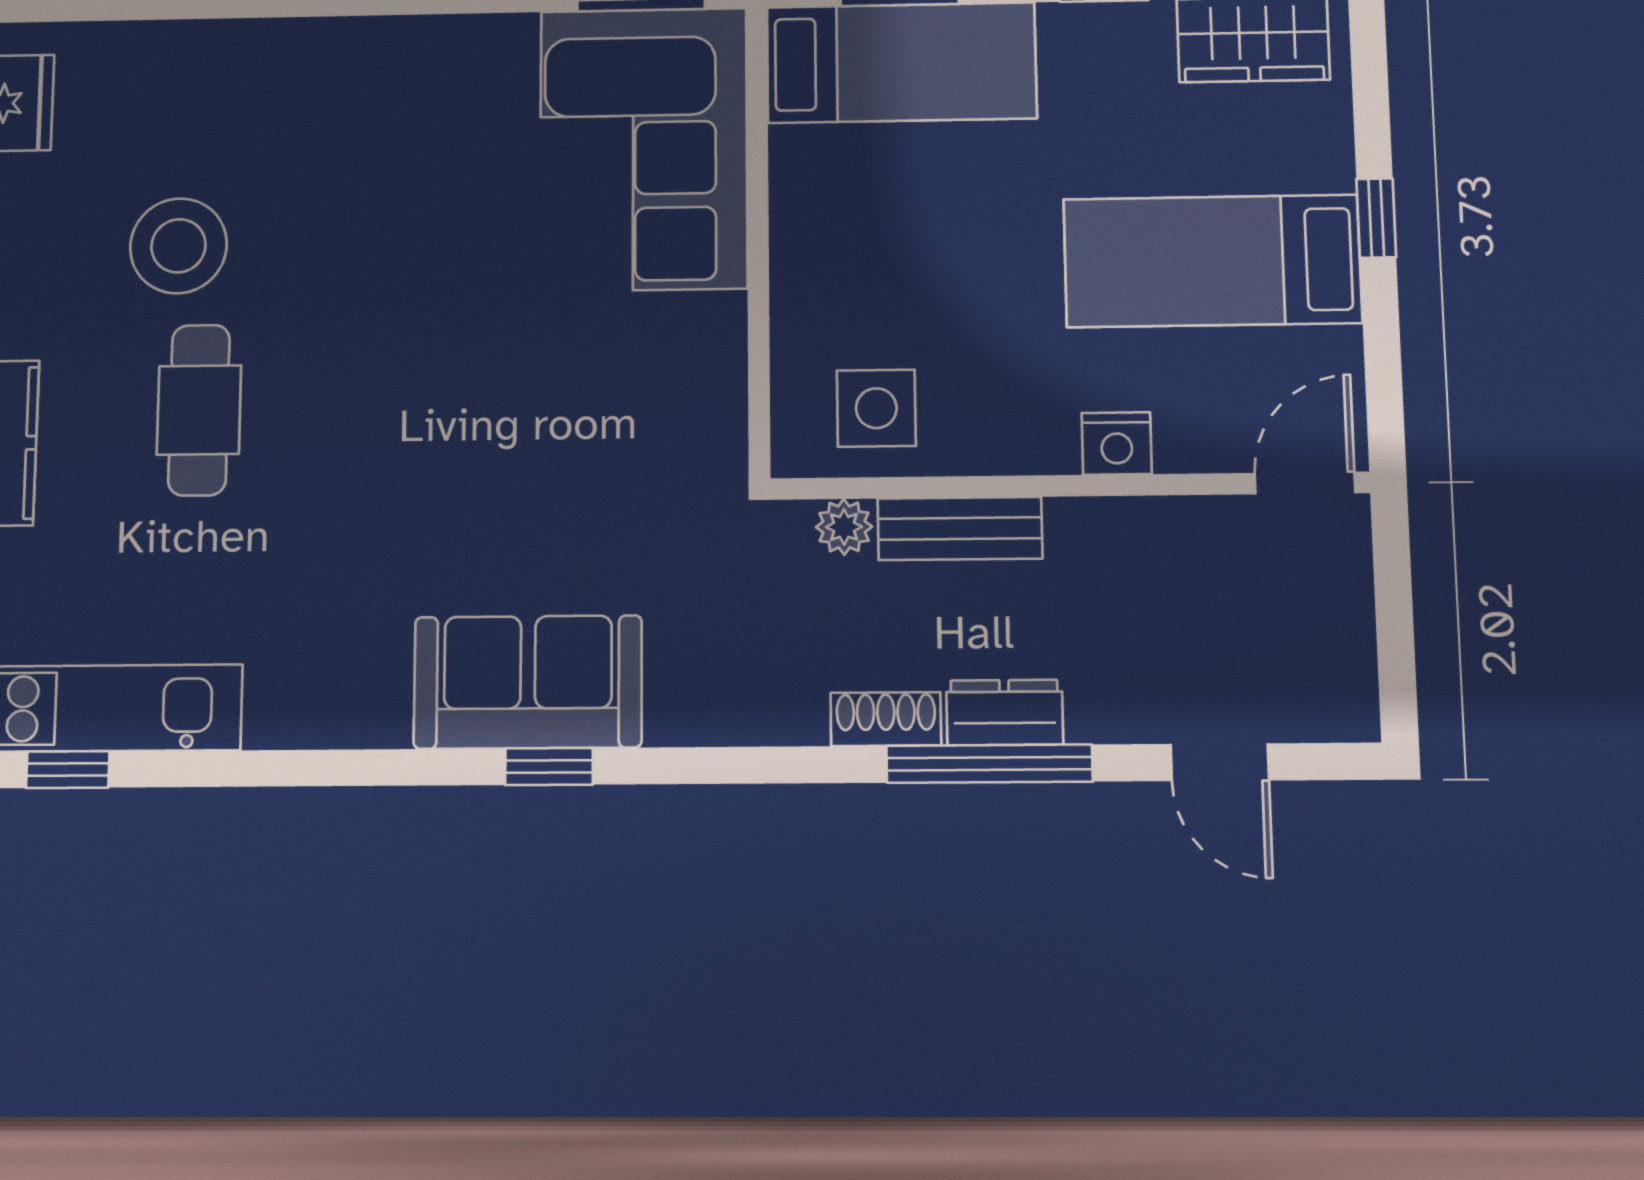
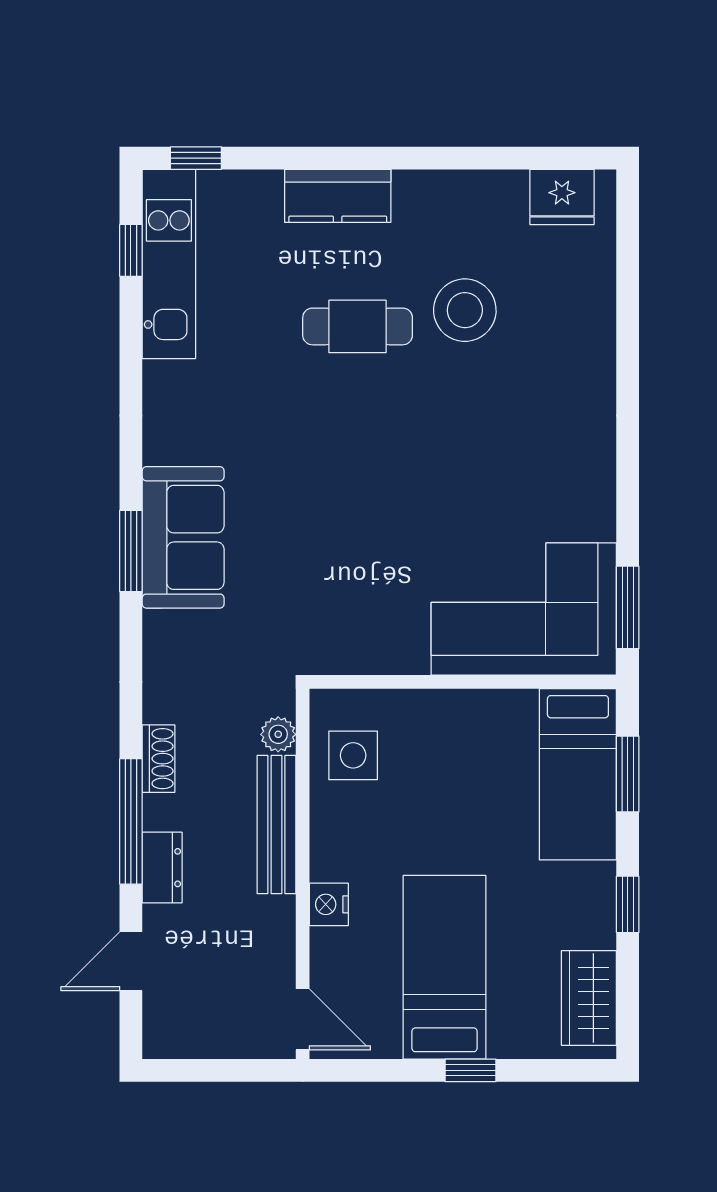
bench: (960, 528) -> (276, 825), width x1.36
dresser: (1005, 713) -> (162, 868), moved
window: (549, 766) -> (131, 551), width x1.50

